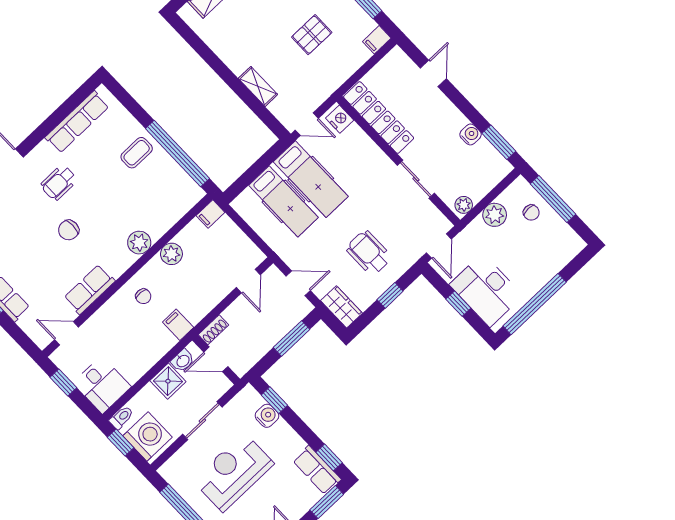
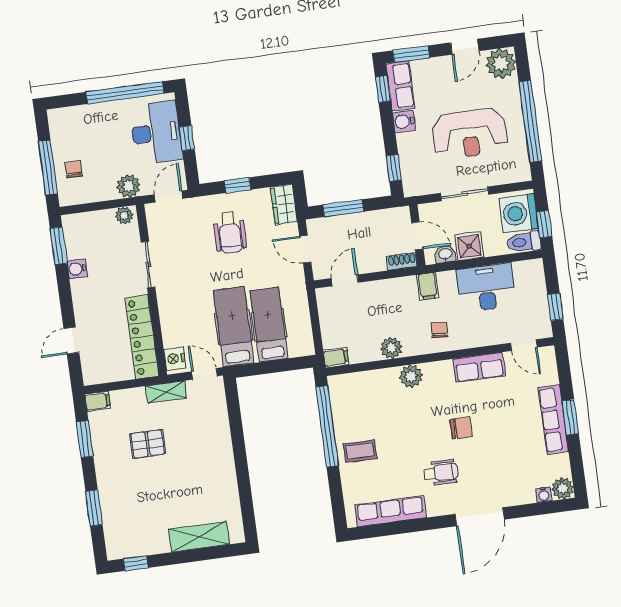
shelving: (258, 86) -> (166, 392), moved, turned 90
plant: (495, 215) -> (128, 186), moved
desk: (102, 385) -> (486, 288), moved, width x1.37
water cooler: (267, 416) -> (404, 121), moved
toilet: (121, 418) -> (524, 242), width x1.37, depth x1.39

